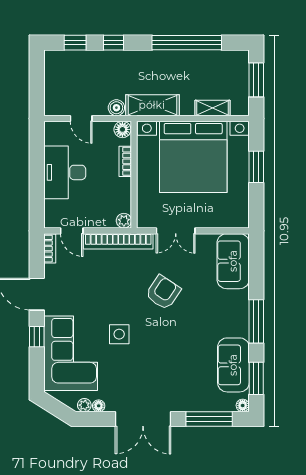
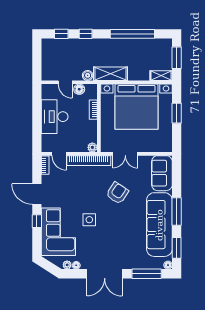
shelving: (213, 108) -> (161, 76), moved
floor lamp: (122, 129) -> (79, 89), moved
sofa: (233, 365) -> (159, 225), width x1.85, depth x1.27

